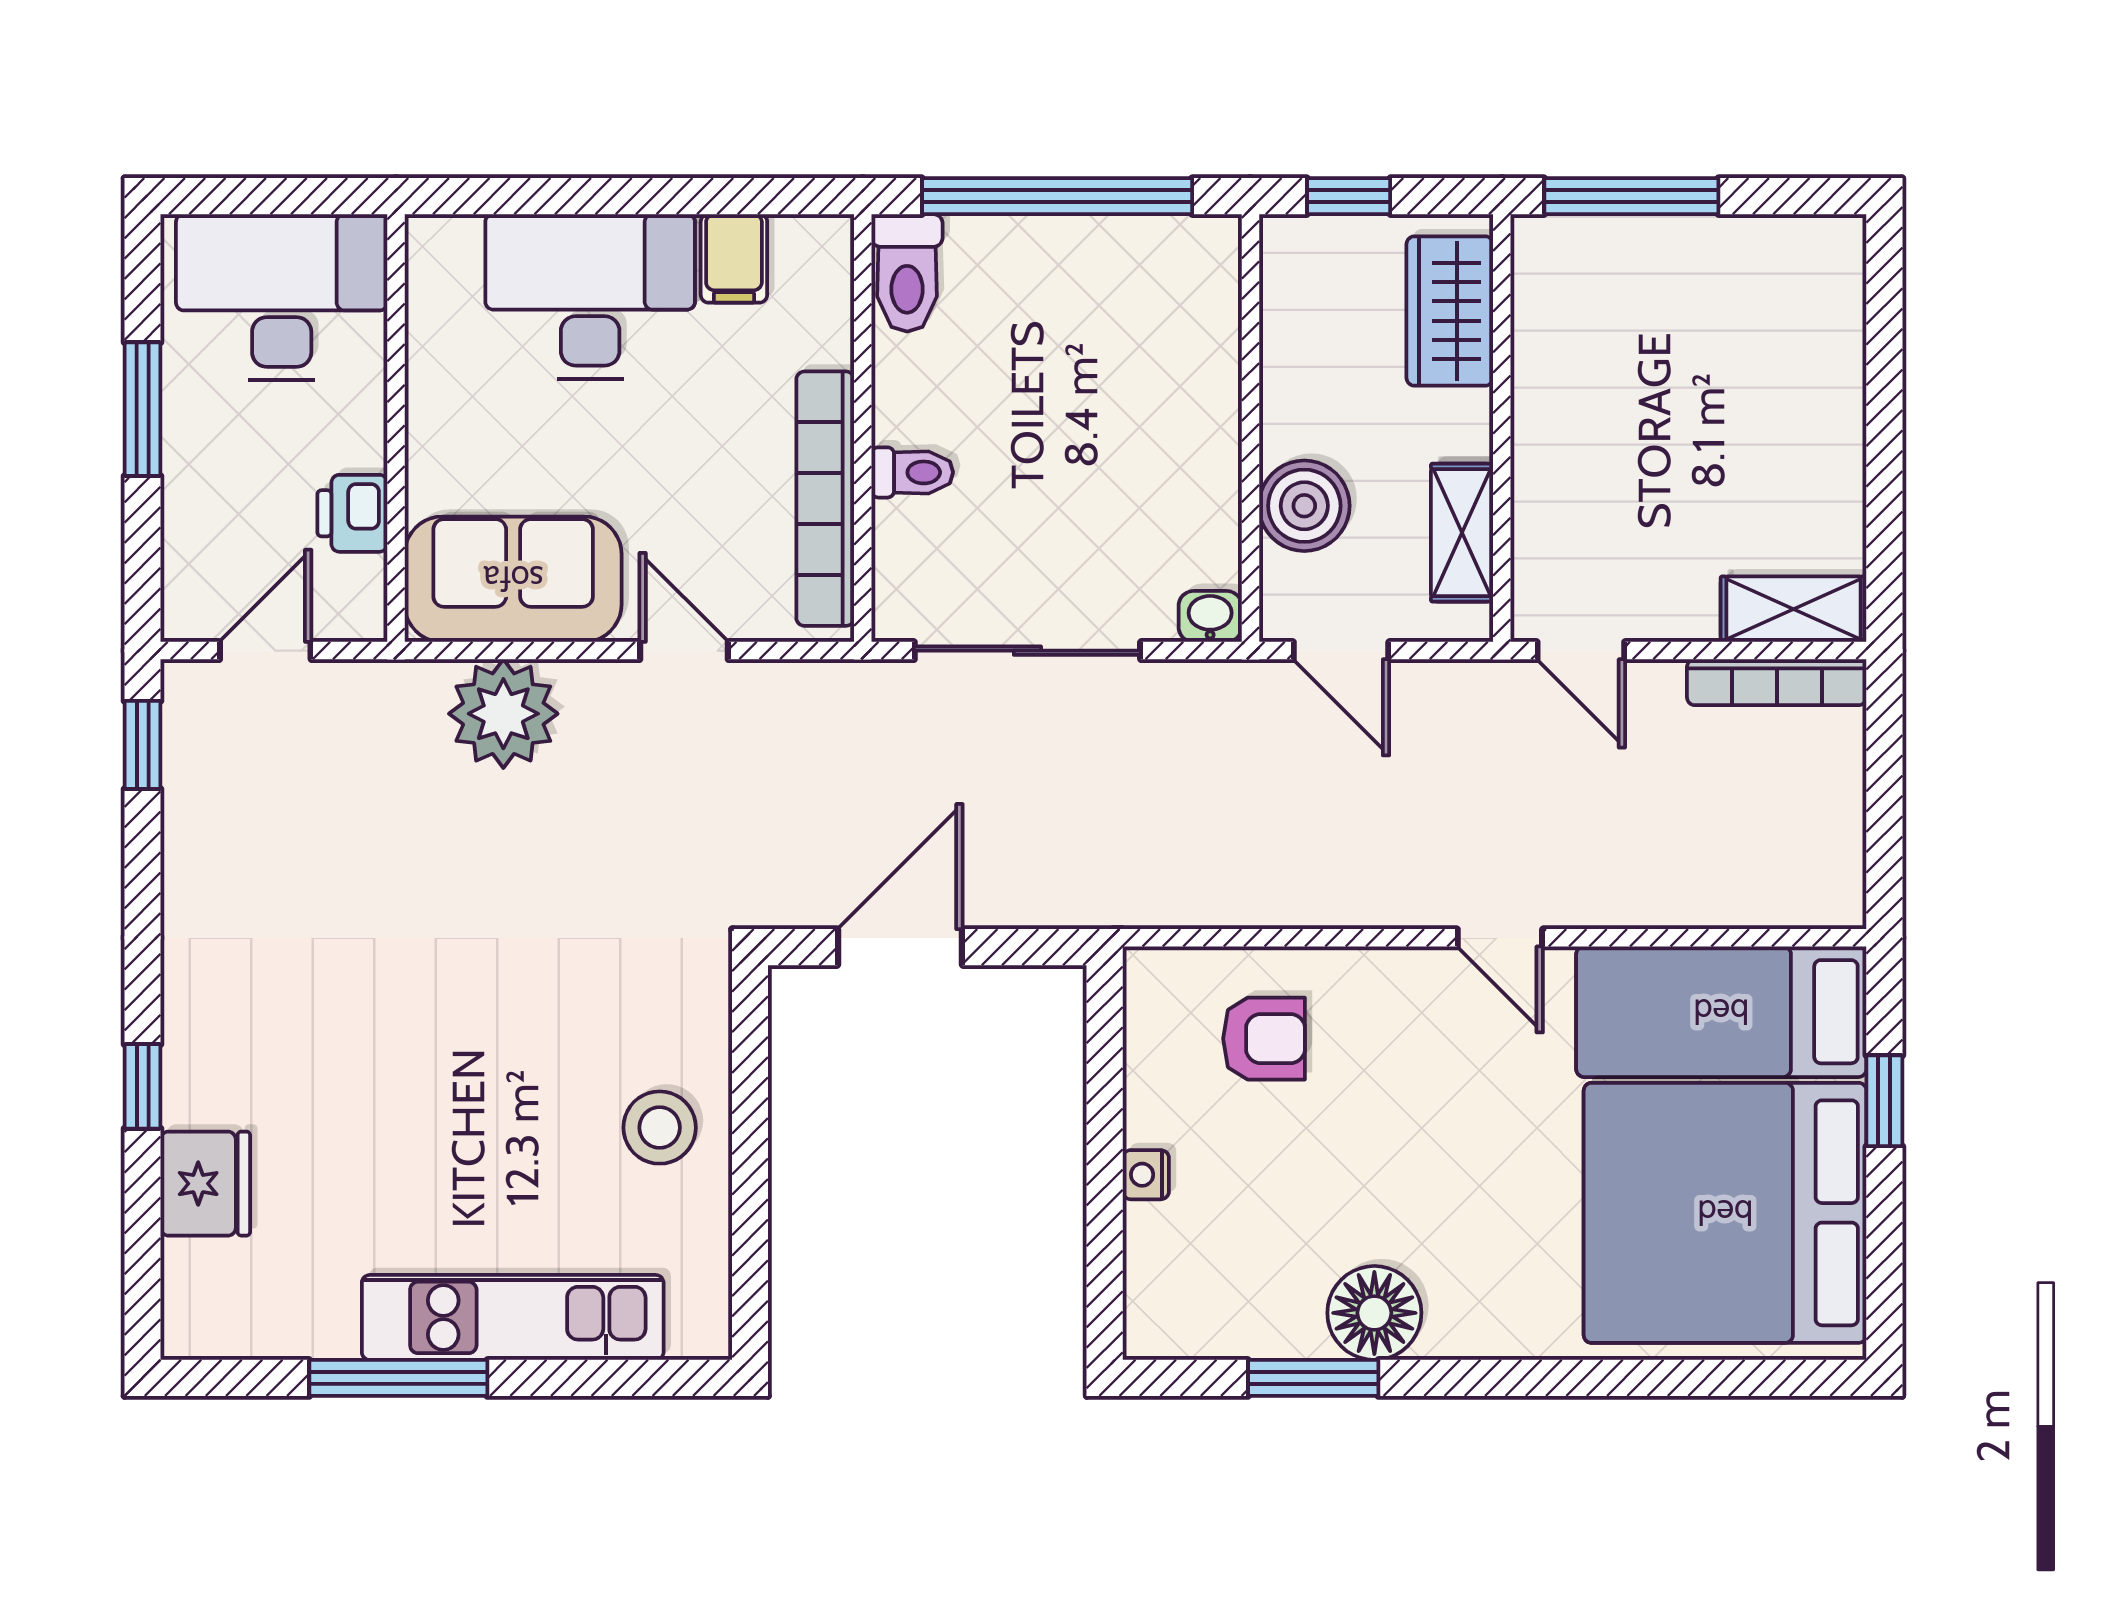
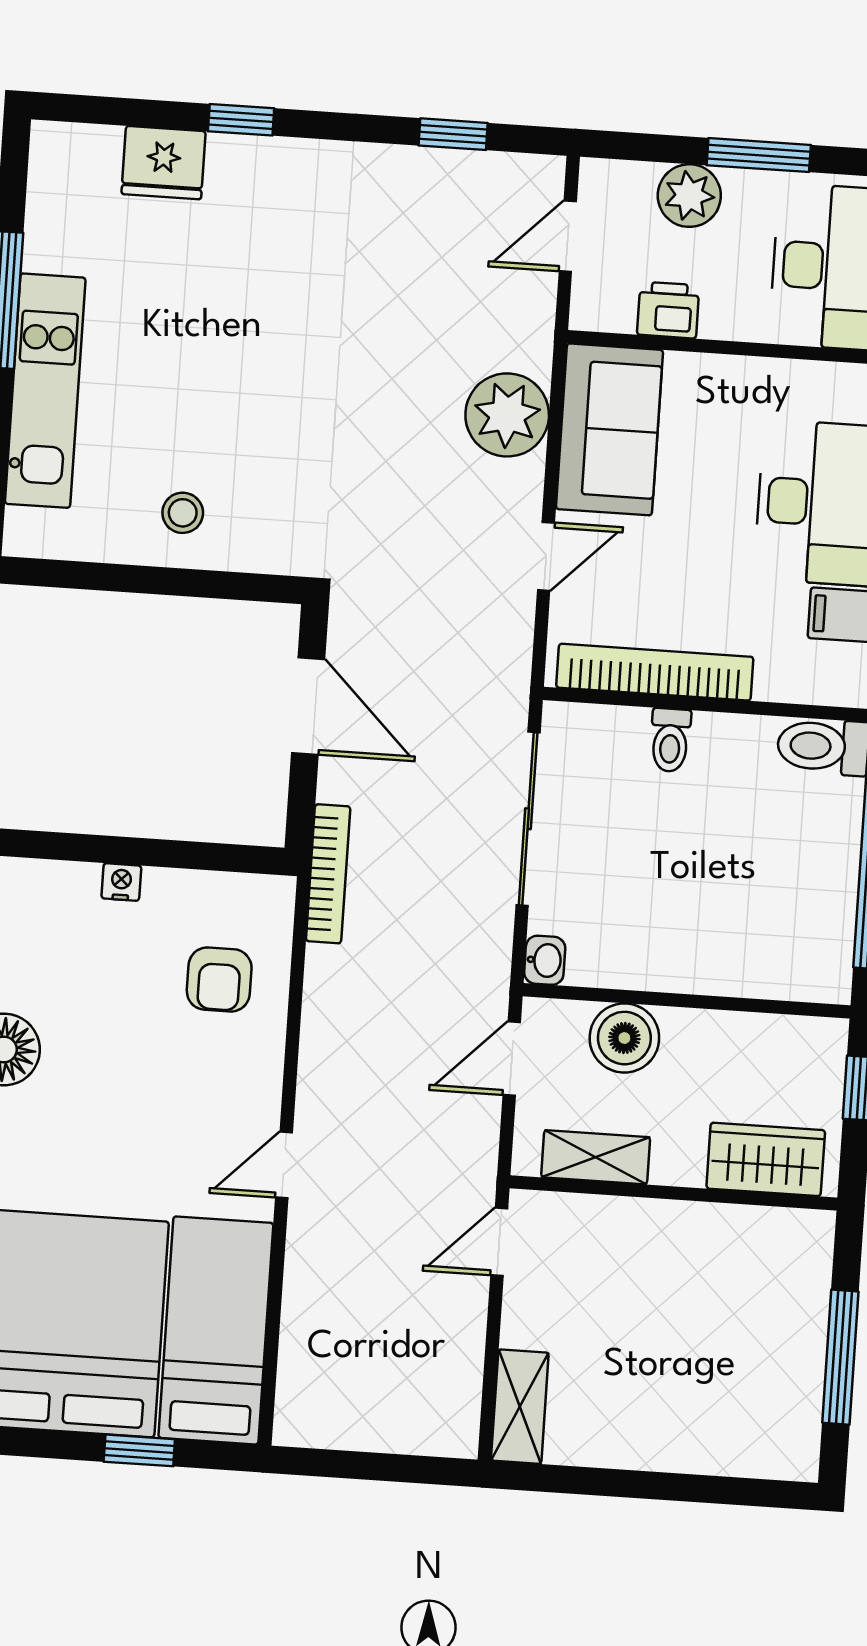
window: (1631, 196) -> (840, 1357), moved
plant: (202, 496) -> (689, 196), added
door: (265, 651) -> (568, 236), swing flipped
bookcase: (1777, 682) -> (328, 874), moved, turned 180
window: (143, 745) -> (453, 134), moved
stool: (660, 1128) -> (183, 513), width x0.73, depth x0.73

